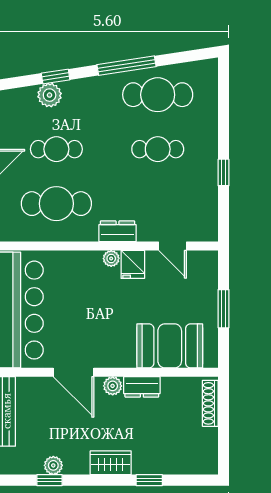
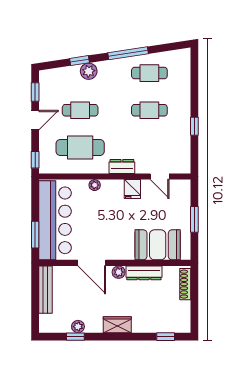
plant: (50, 95) -> (89, 71), moved
cafe table: (158, 95) -> (149, 73), width x0.73, depth x0.74
plant: (111, 258) -> (95, 185), moved
dresser: (142, 387) -> (144, 273), width x1.44
window: (149, 480) -> (166, 337), moved

